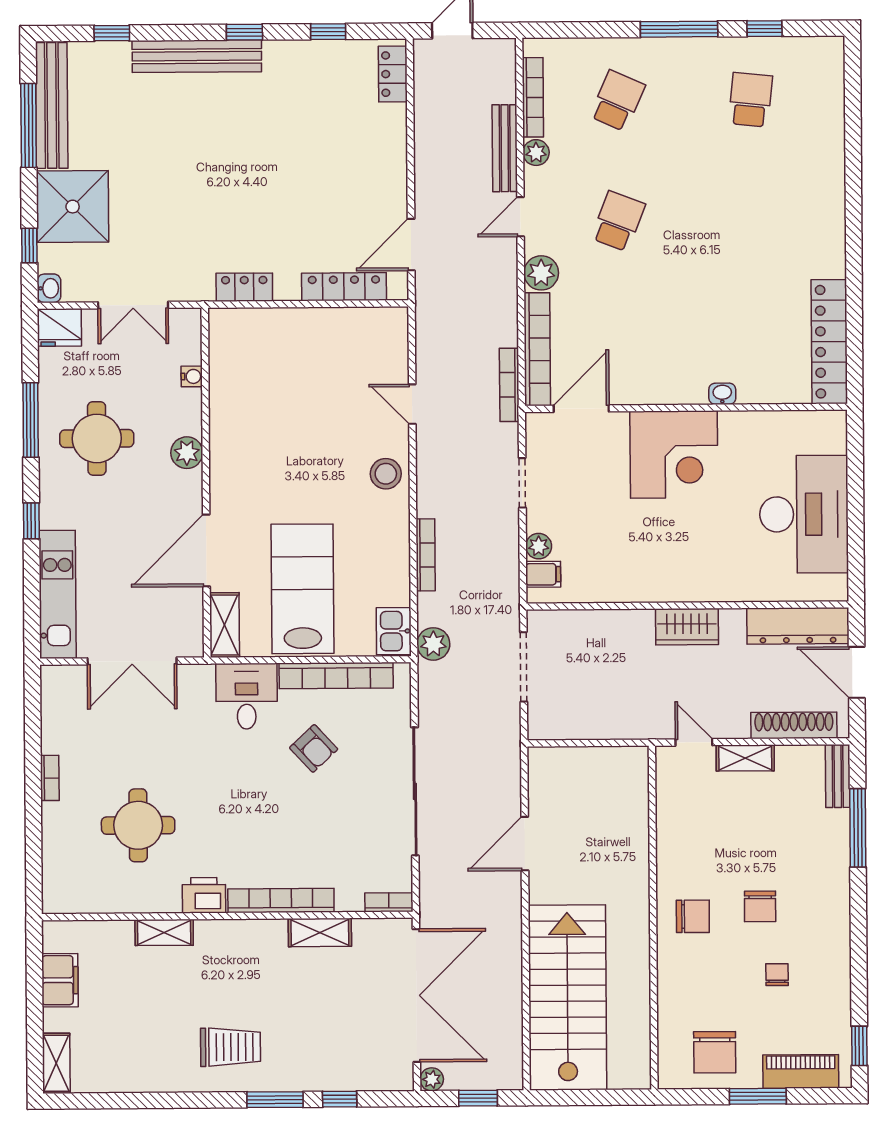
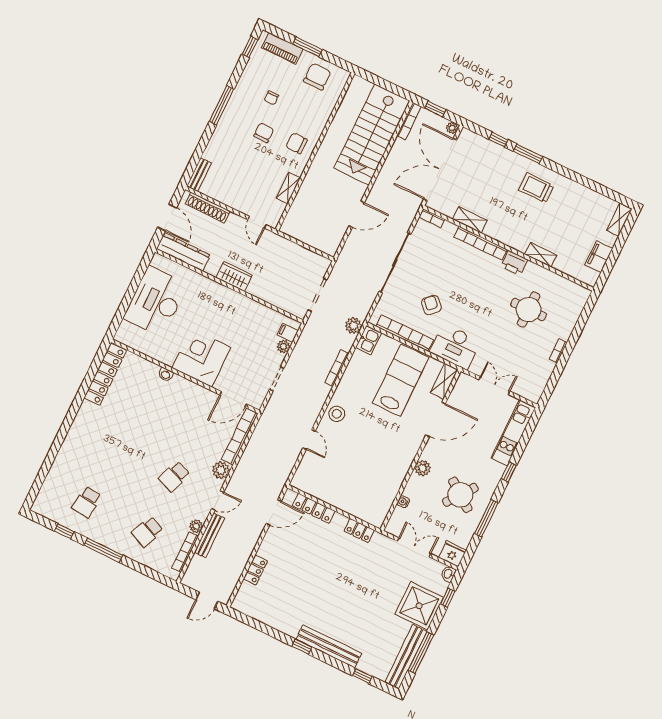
window: (328, 32) -> (264, 628), removed
locker: (393, 74) -> (255, 570), moved
bookcase: (509, 385) -> (409, 121), moved
round table: (97, 438) -> (460, 495), turned 37
lab bench: (302, 589) -> (401, 380), turned 180
double door: (132, 661) -> (494, 386), width x0.73
desk: (247, 696) -> (455, 346), width x1.37
shelving: (745, 758) -> (288, 188), moved, turned 90
window: (858, 828) -> (222, 105), moved

